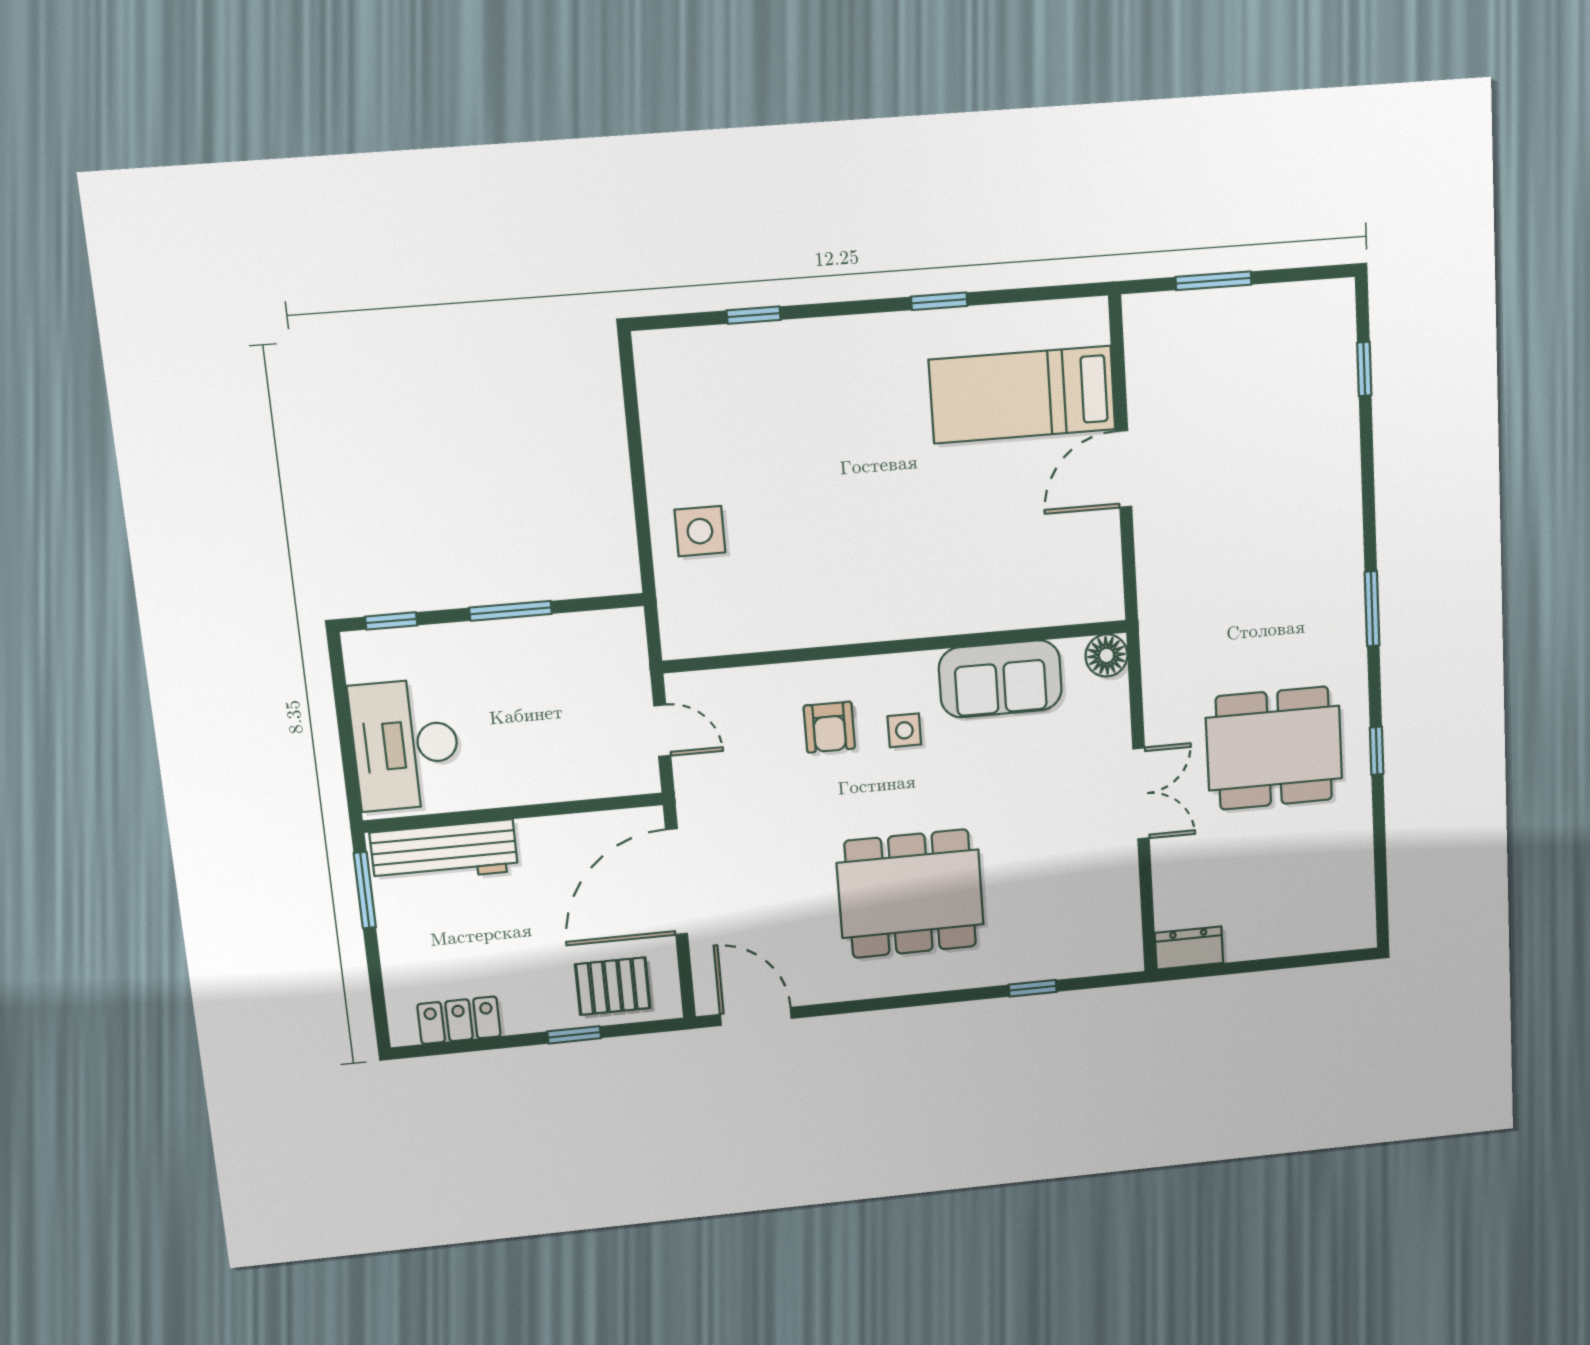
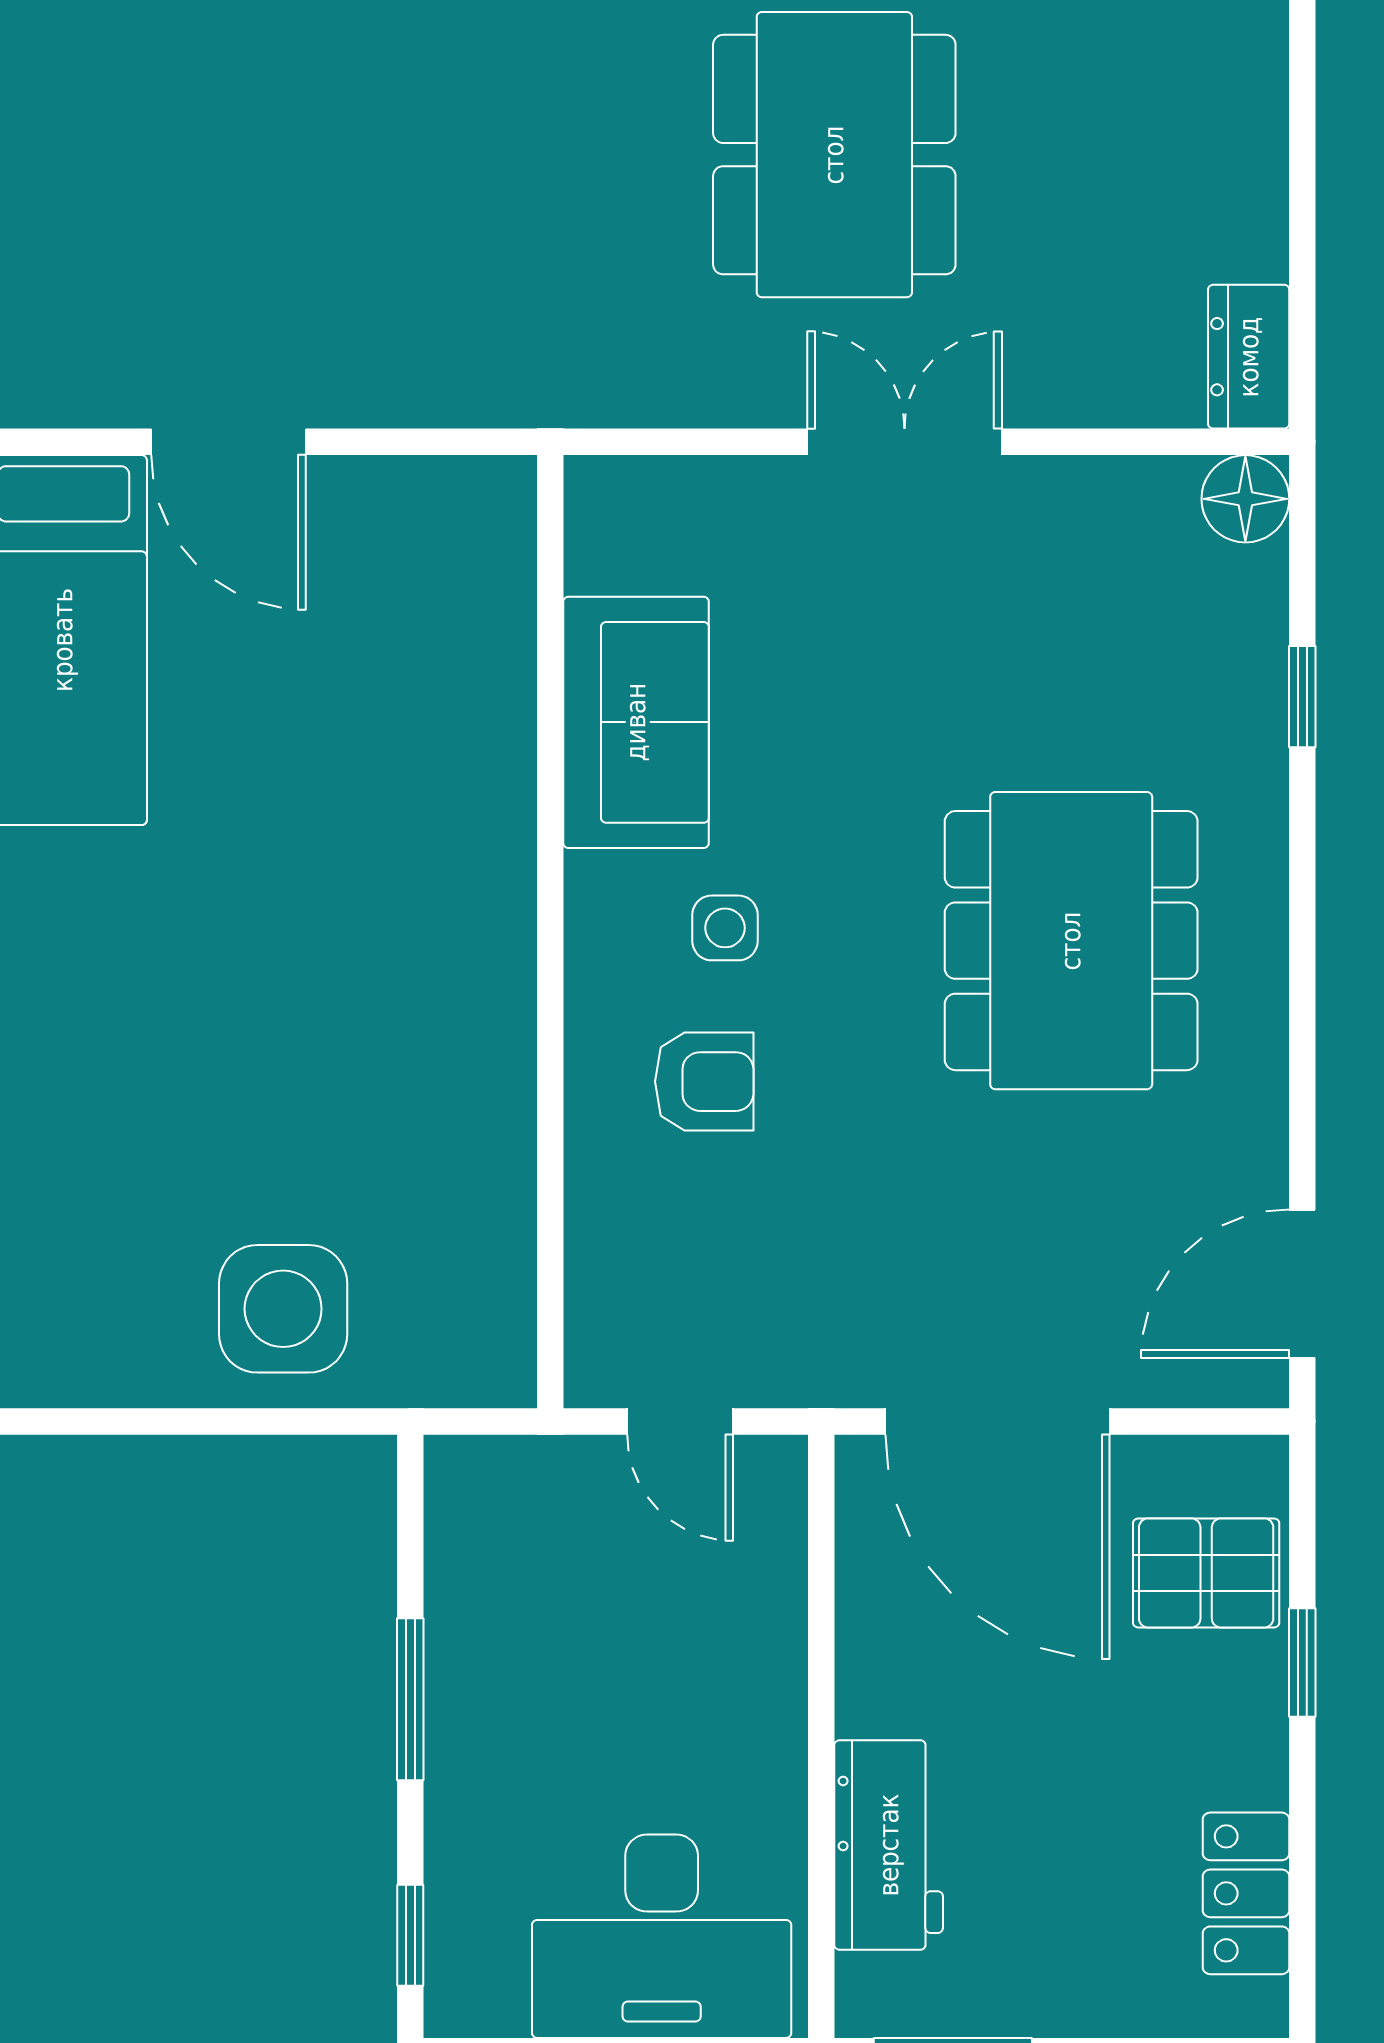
side table: (700, 531) -> (283, 1309), width x1.37, depth x1.37
floor lamp: (1106, 655) -> (1245, 499), moved
door: (662, 731) -> (680, 1421), swing flipped
workbench: (444, 852) -> (889, 1845), width x0.73
pallet: (613, 986) -> (1206, 1573), turned 90

